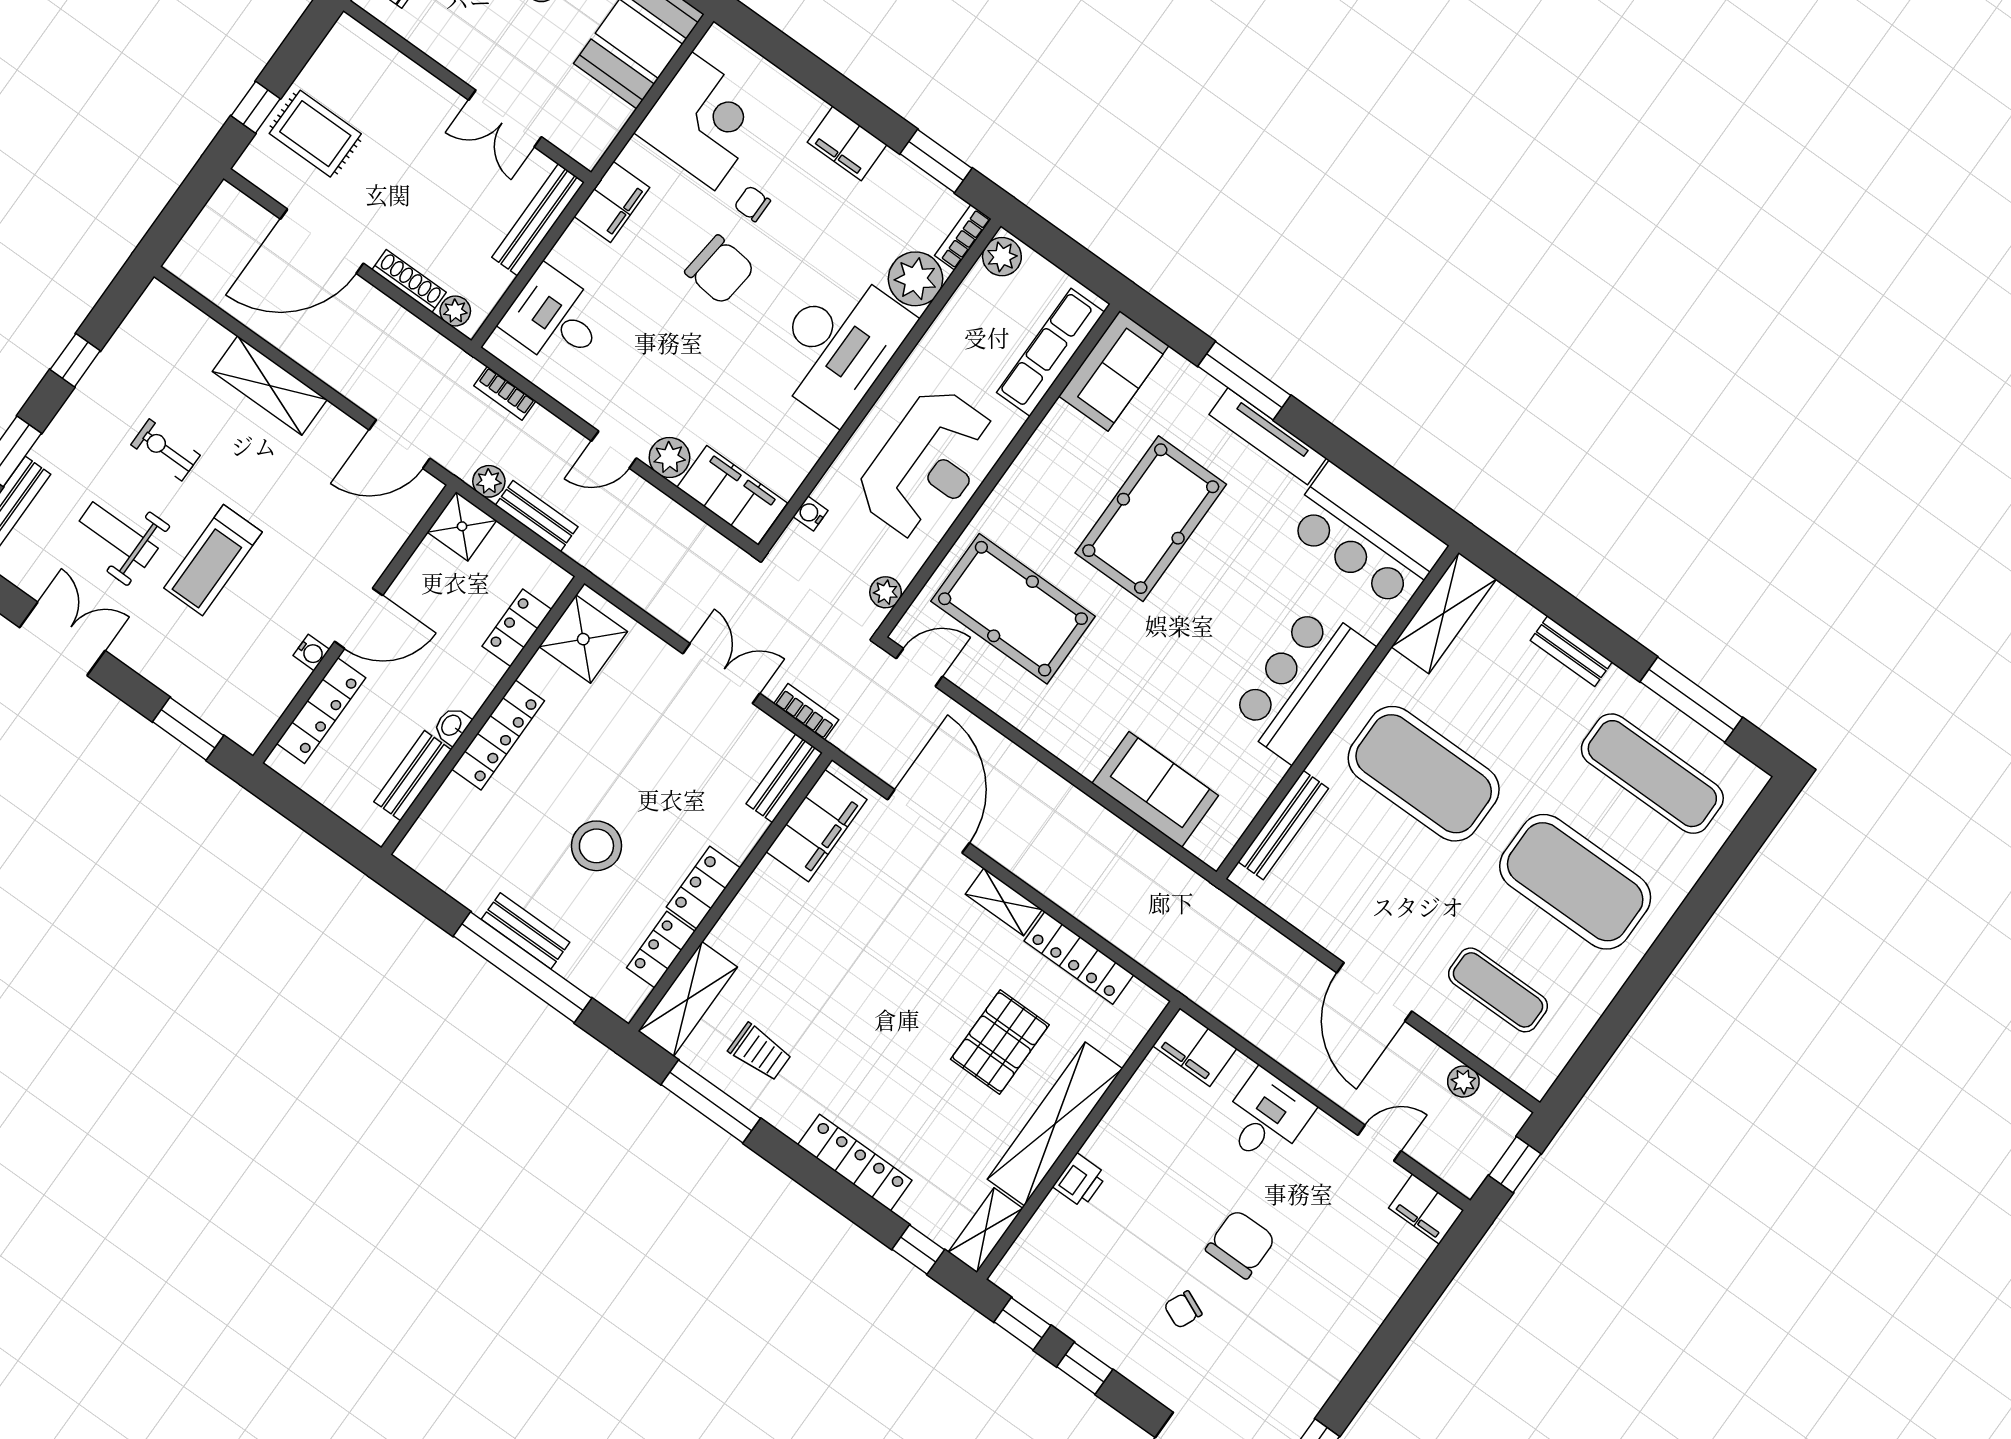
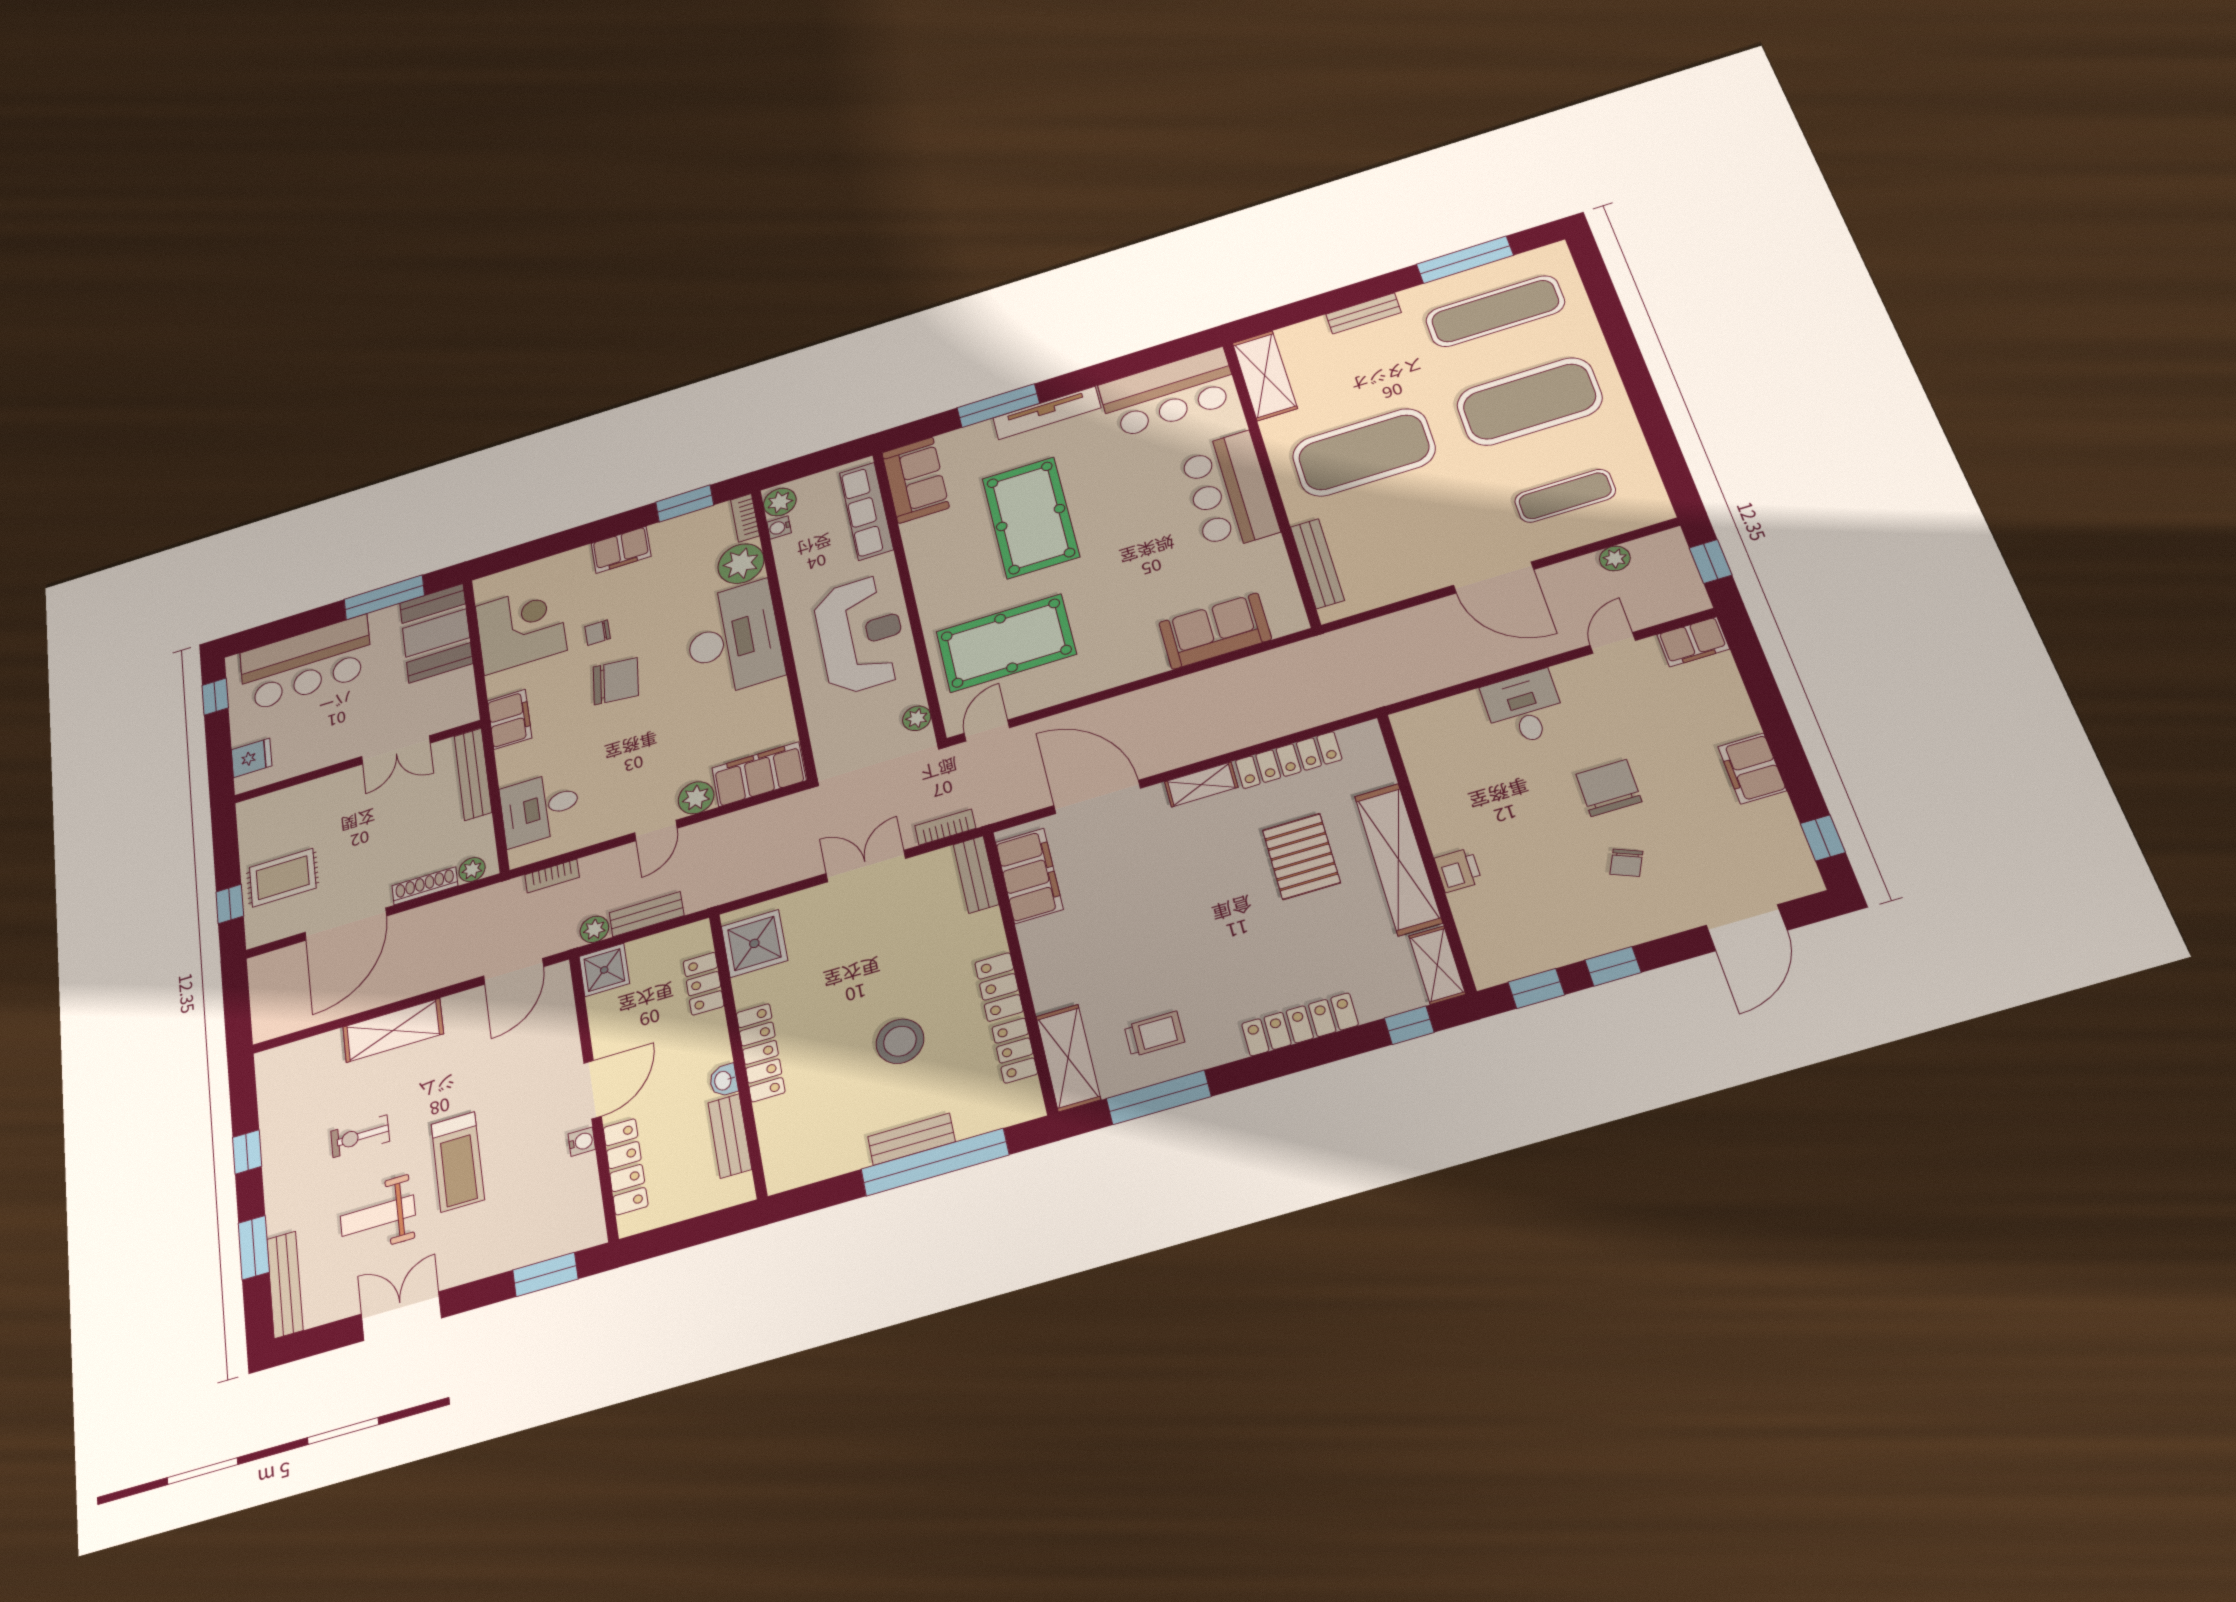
water cooler: (811, 514) -> (779, 527), moved
filing cabinet: (1195, 1047) -> (1752, 769), moved, turned 90

